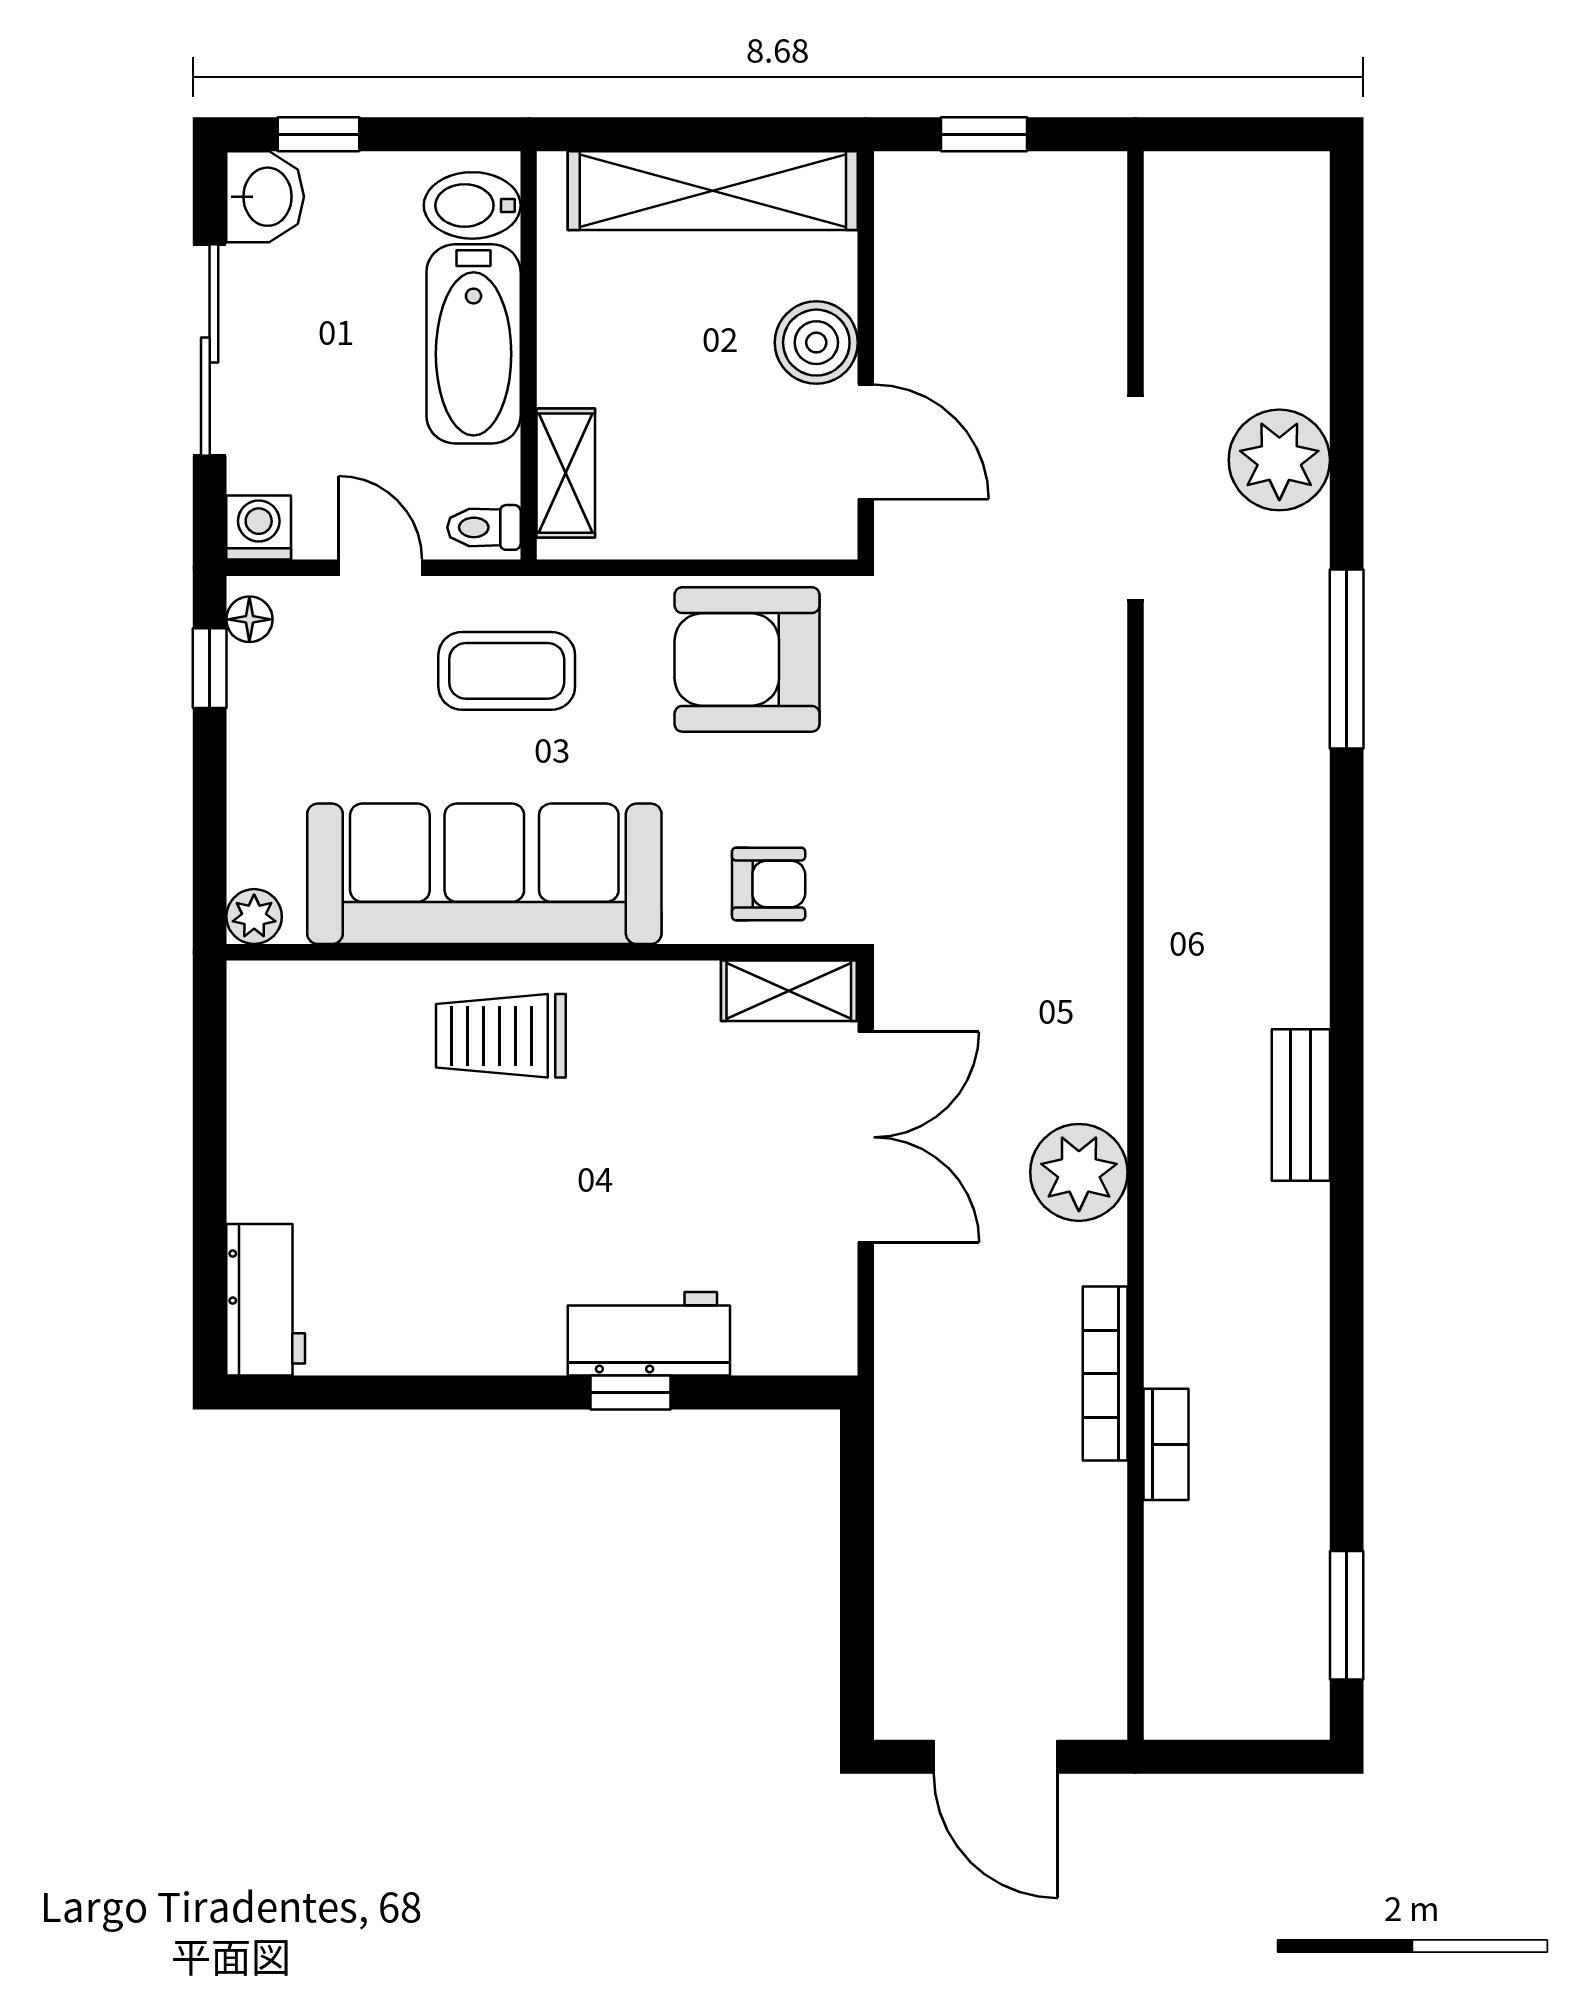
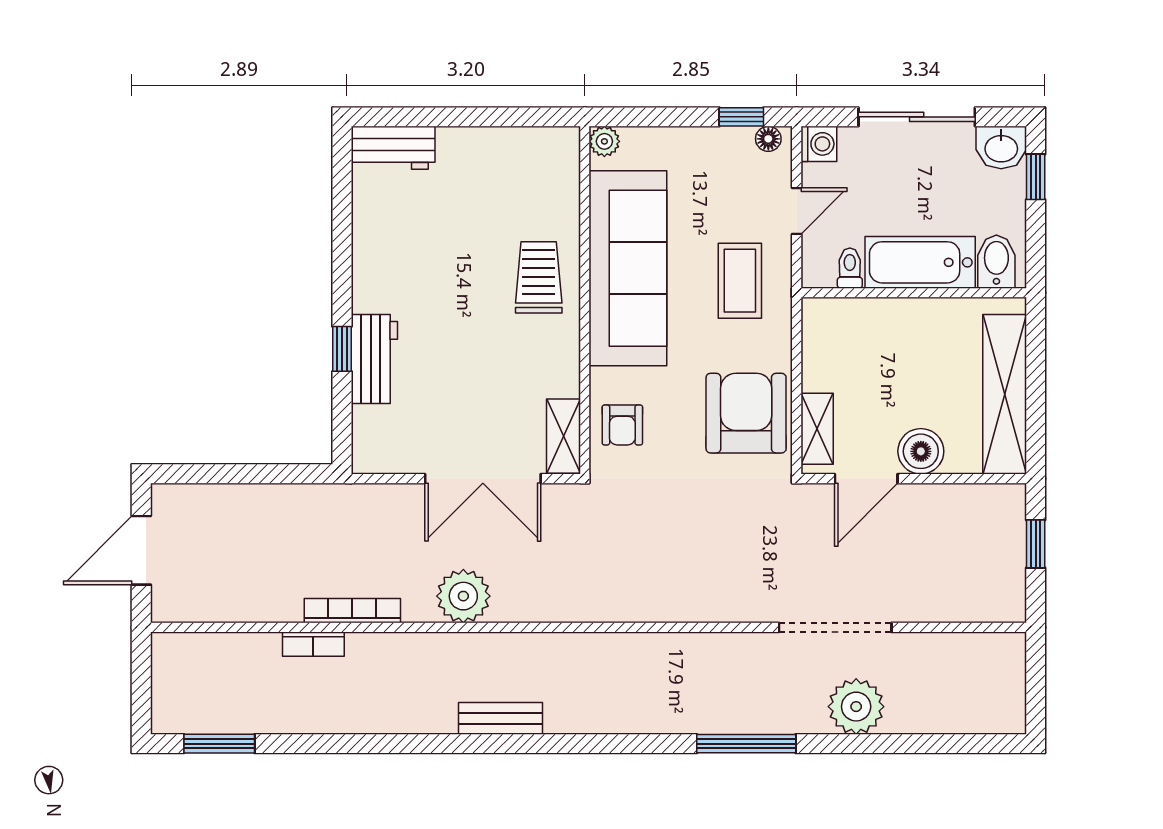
shelving: (566, 473) -> (817, 429), moved, turned 90
toilet: (484, 527) -> (850, 268), moved

